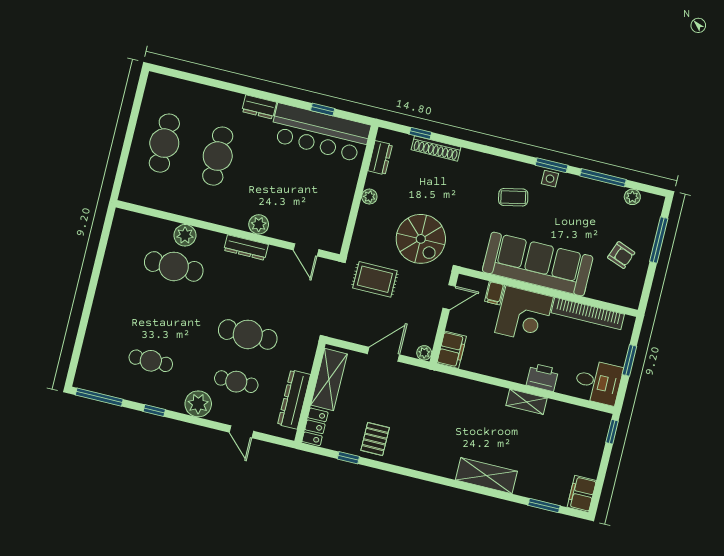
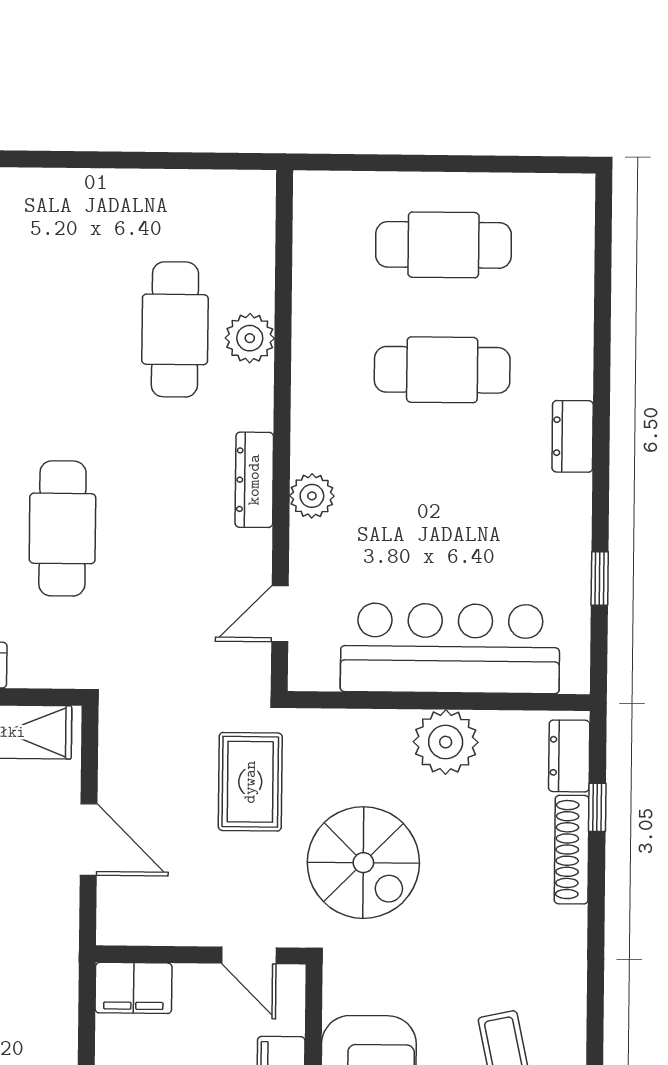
bar counter: (320, 133) -> (450, 648), moved, turned 90
dresser: (380, 158) -> (569, 756), moved, turned 90
plant: (369, 197) -> (446, 742), width x1.88, depth x1.88
spiral stairs: (421, 239) -> (363, 863), turned -90
plant: (424, 353) -> (113, 929), removed

